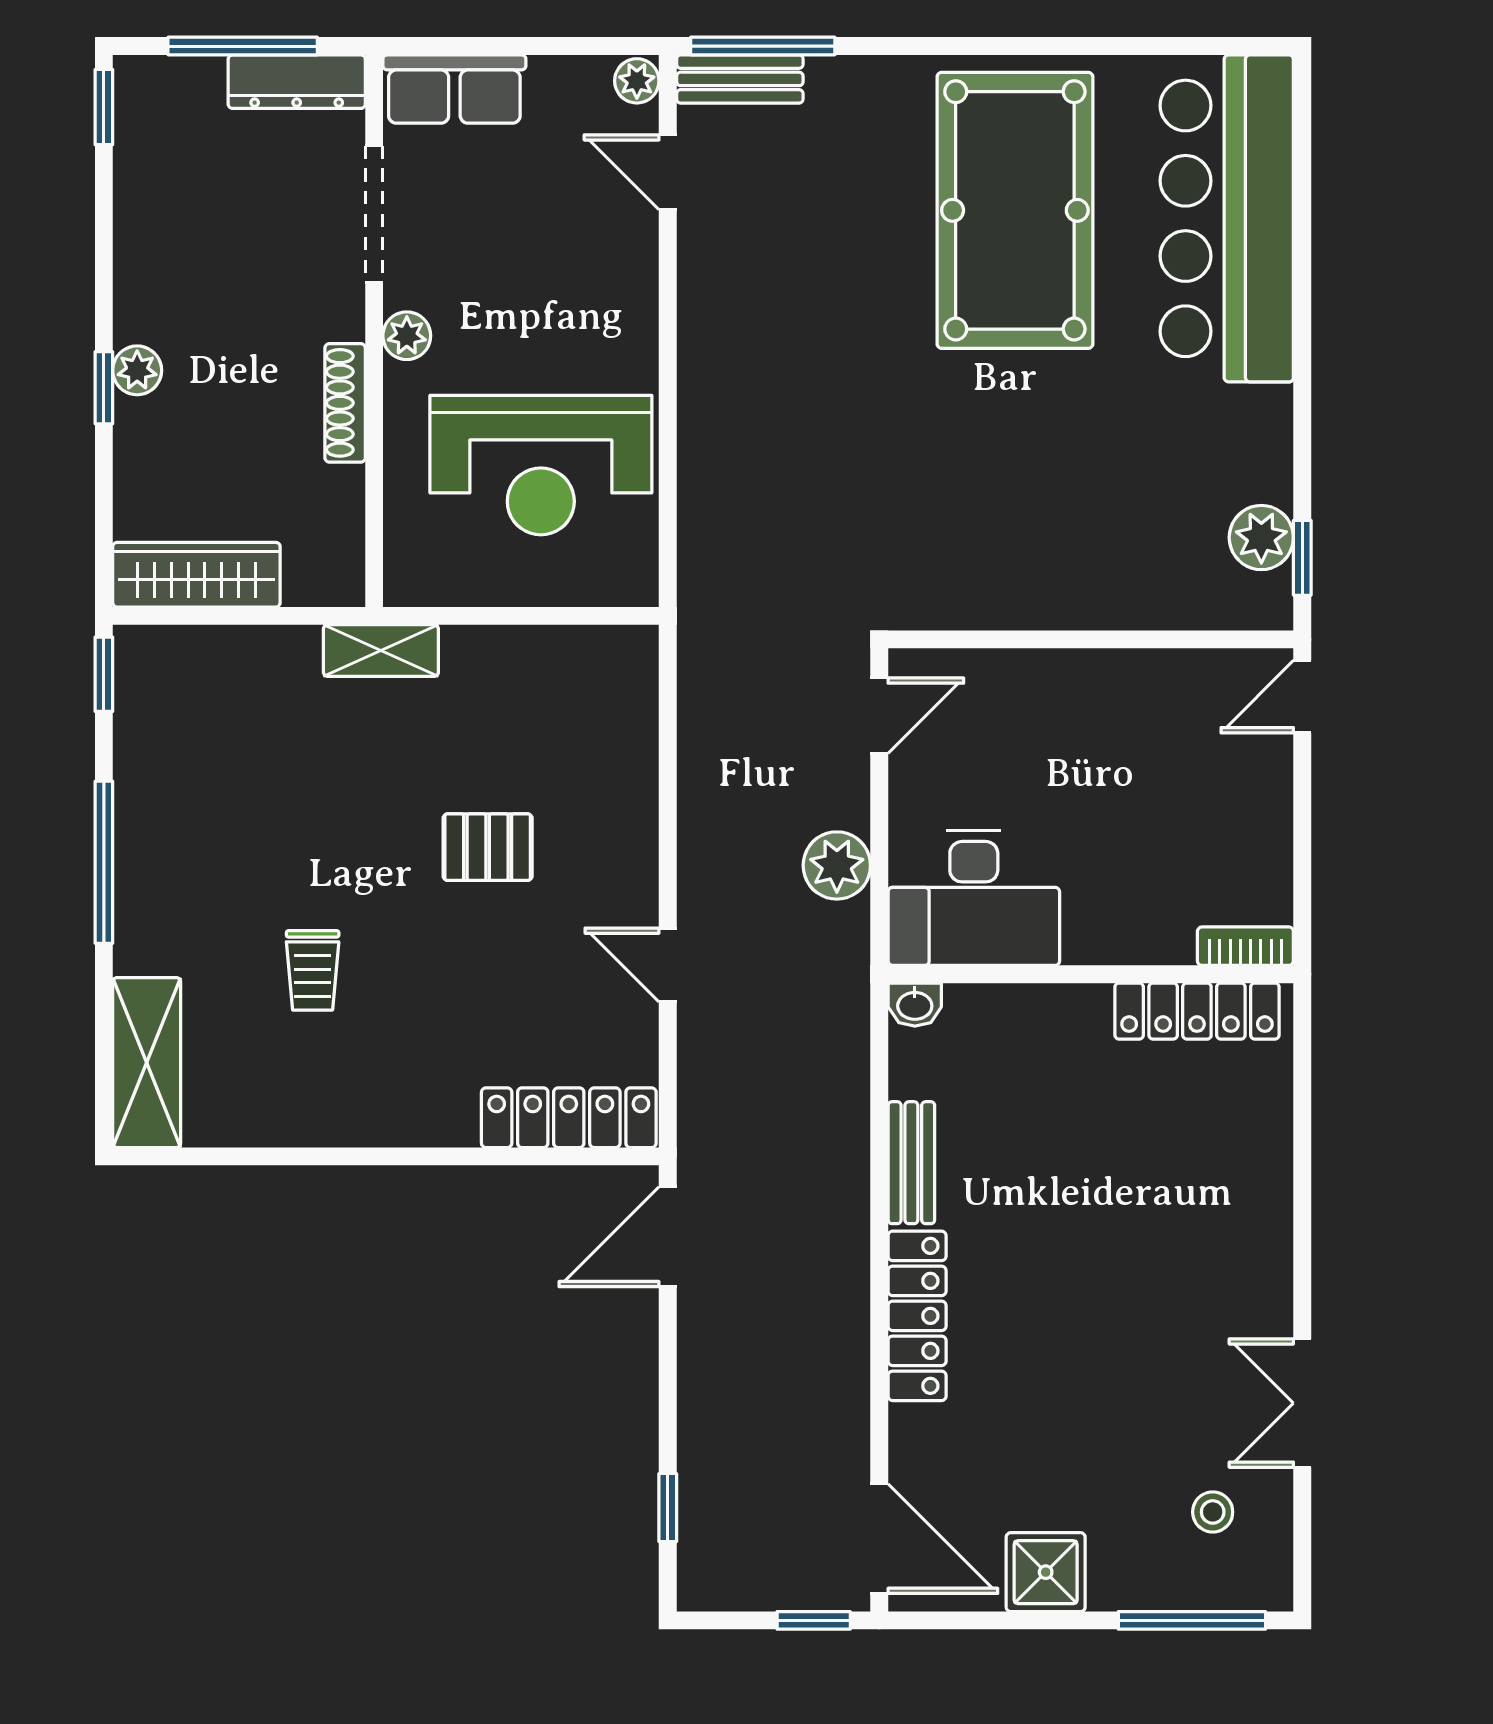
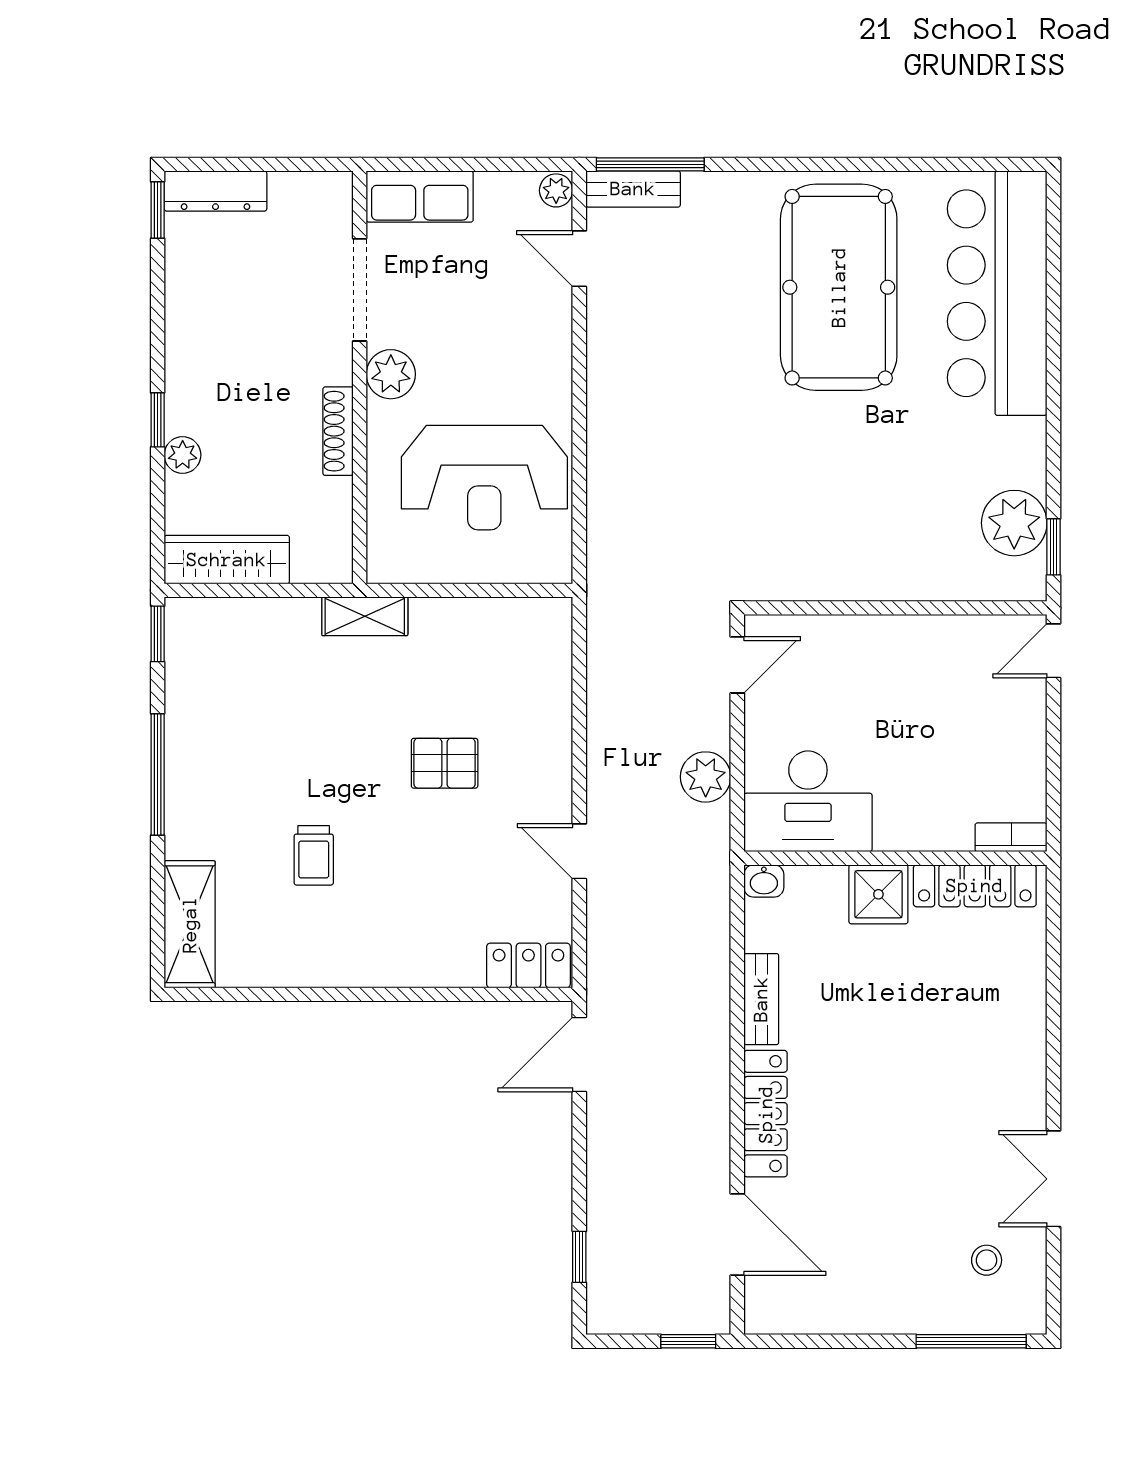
window: (243, 46) -> (261, 164), removed
dresser: (297, 82) -> (215, 191), moved
plant: (407, 336) -> (391, 374), width x1.38, depth x1.38
plant: (137, 370) -> (183, 455), moved
plant: (1261, 538) -> (1014, 523), width x1.36, depth x1.36
locker: (569, 1118) -> (528, 965), width x0.66
door: (879, 1539) -> (737, 1234), moved
shower: (1046, 1572) -> (878, 894), moved

